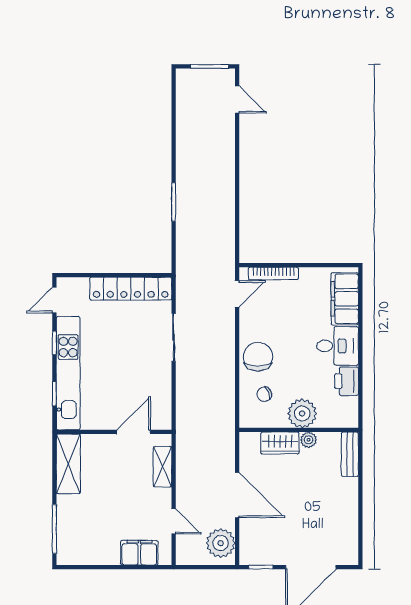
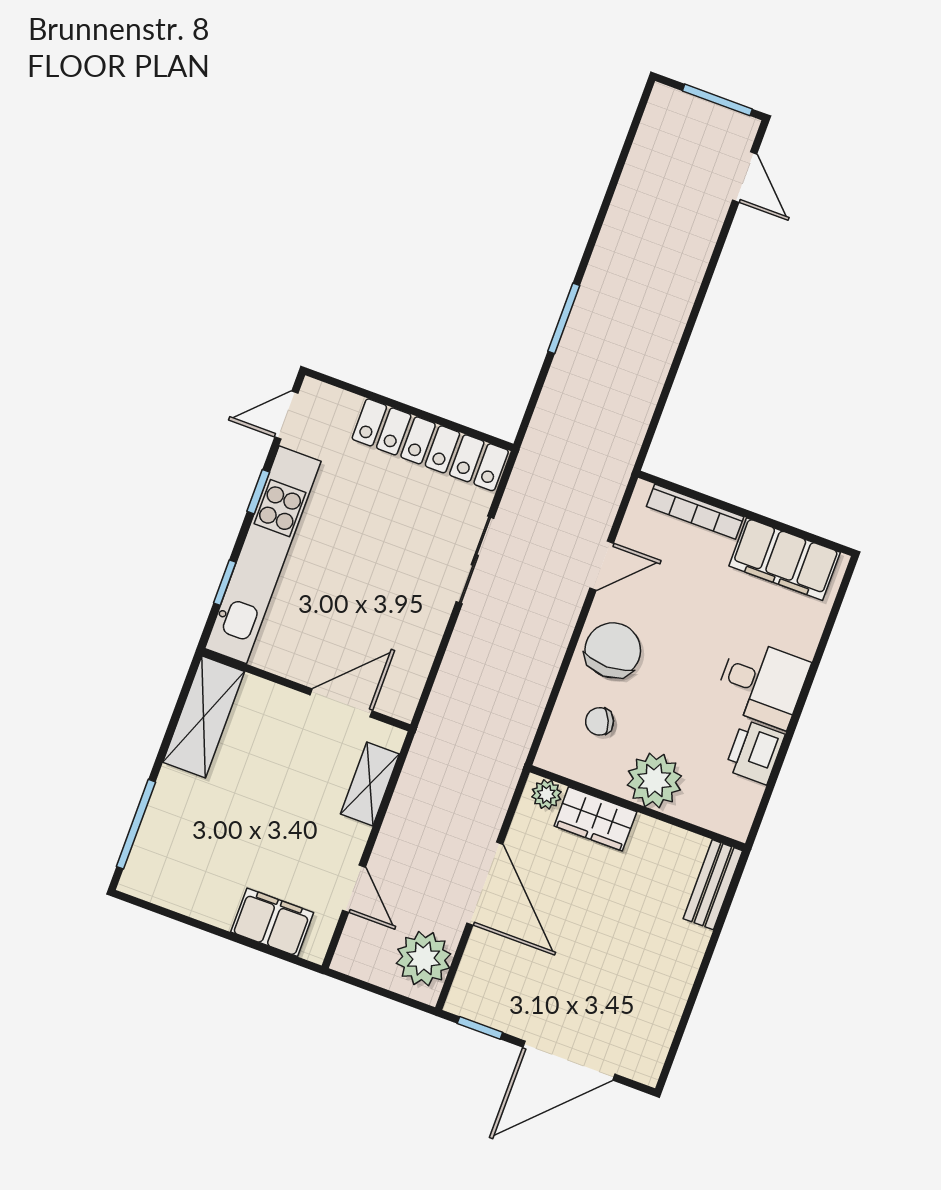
door: (237, 294) -> (602, 566), moved
filing cabinet: (345, 299) -> (785, 559), moved, turned -90
plant: (309, 440) -> (546, 794), moved

